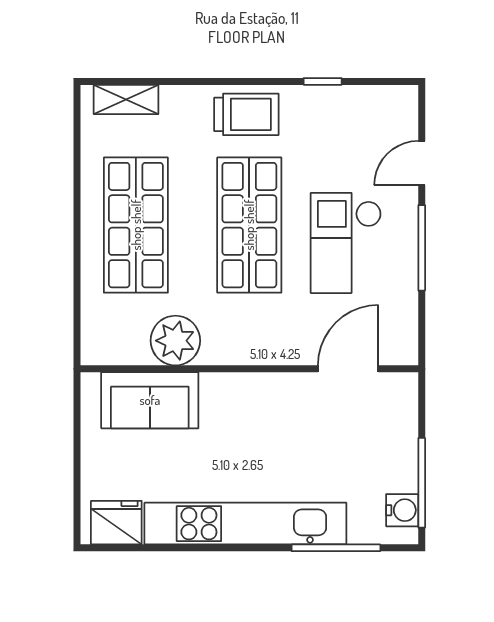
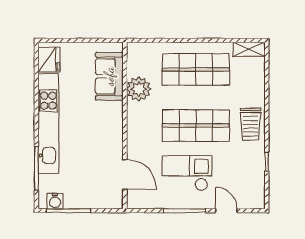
shelving: (126, 99) -> (249, 49), moved, turned 90

